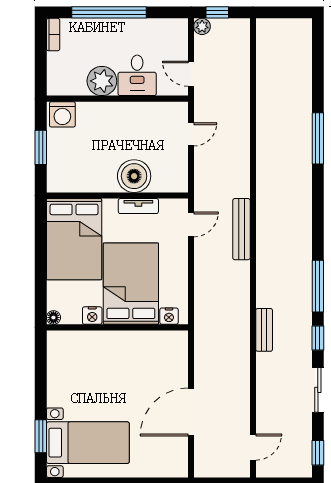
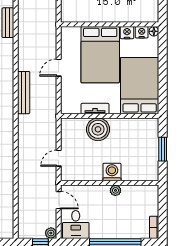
desk: (137, 75) -> (76, 225), moved, turned 180
plant: (102, 81) -> (115, 190), width x0.53, depth x0.53
washing machine: (62, 114) -> (112, 172), moved
door: (191, 224) -> (59, 68), moved
nightstand: (169, 316) -> (142, 32), moved

